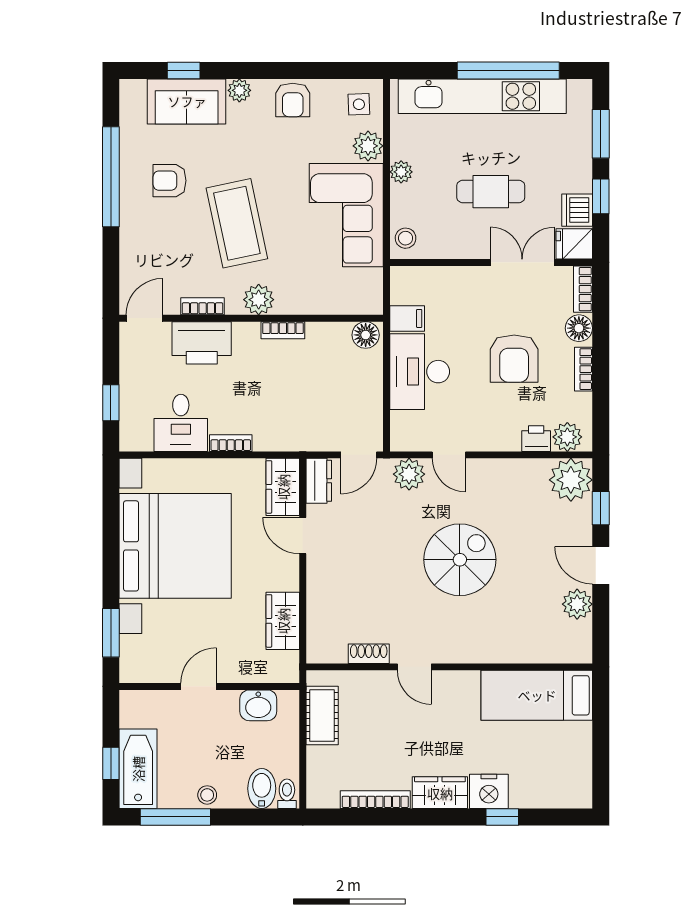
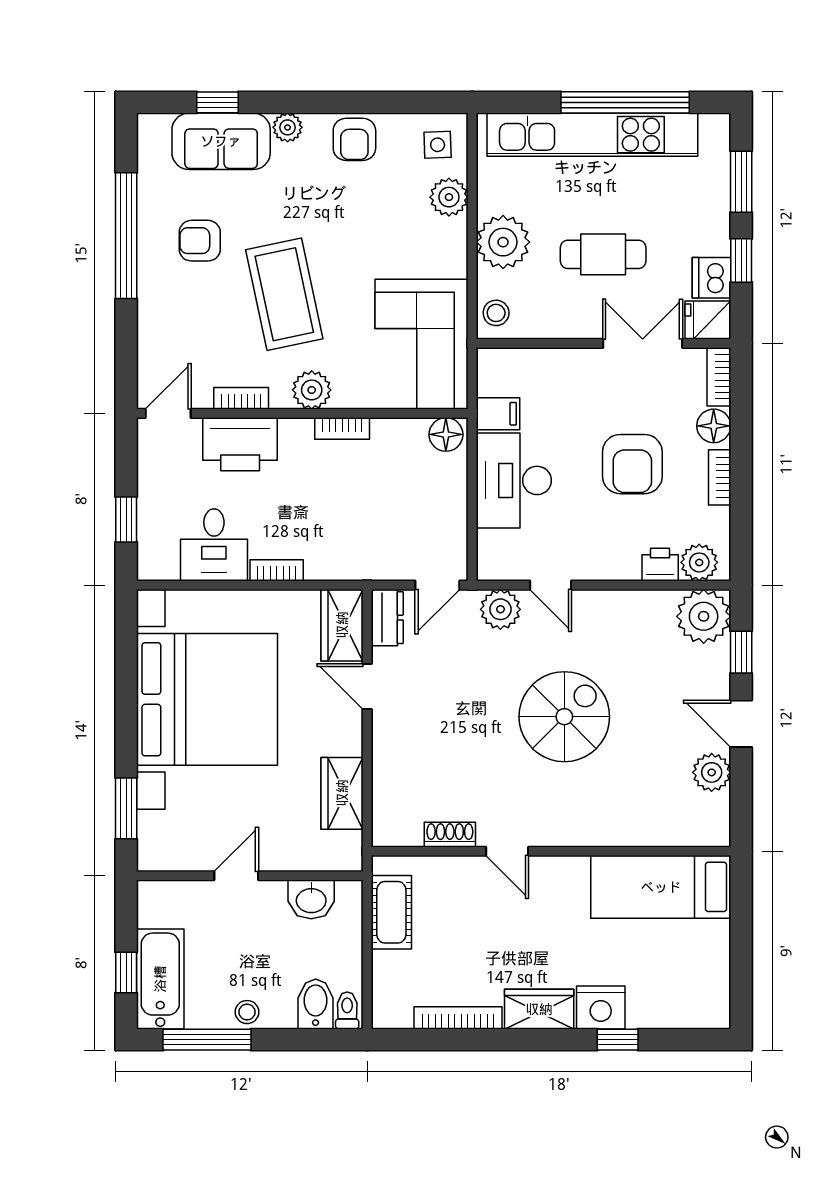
plant: (401, 172) -> (503, 242), width x1.88, depth x1.88
corner sofa: (346, 215) -> (422, 344), moved

